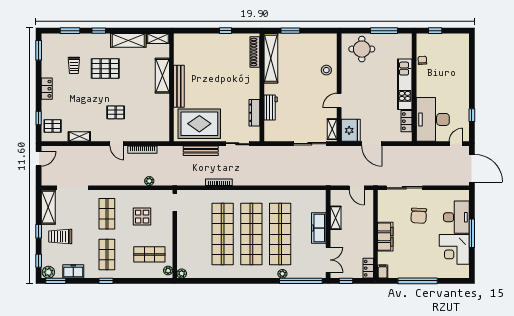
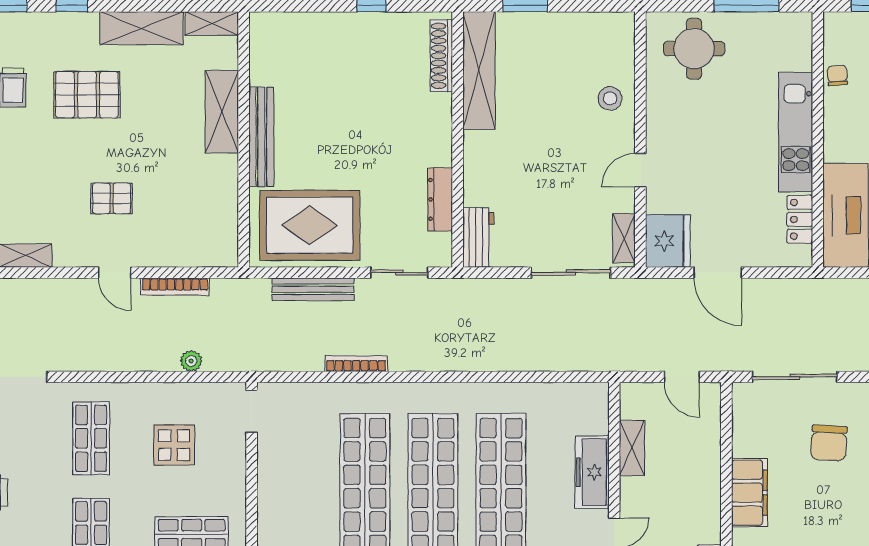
workbench: (271, 107) -> (478, 237), moved

